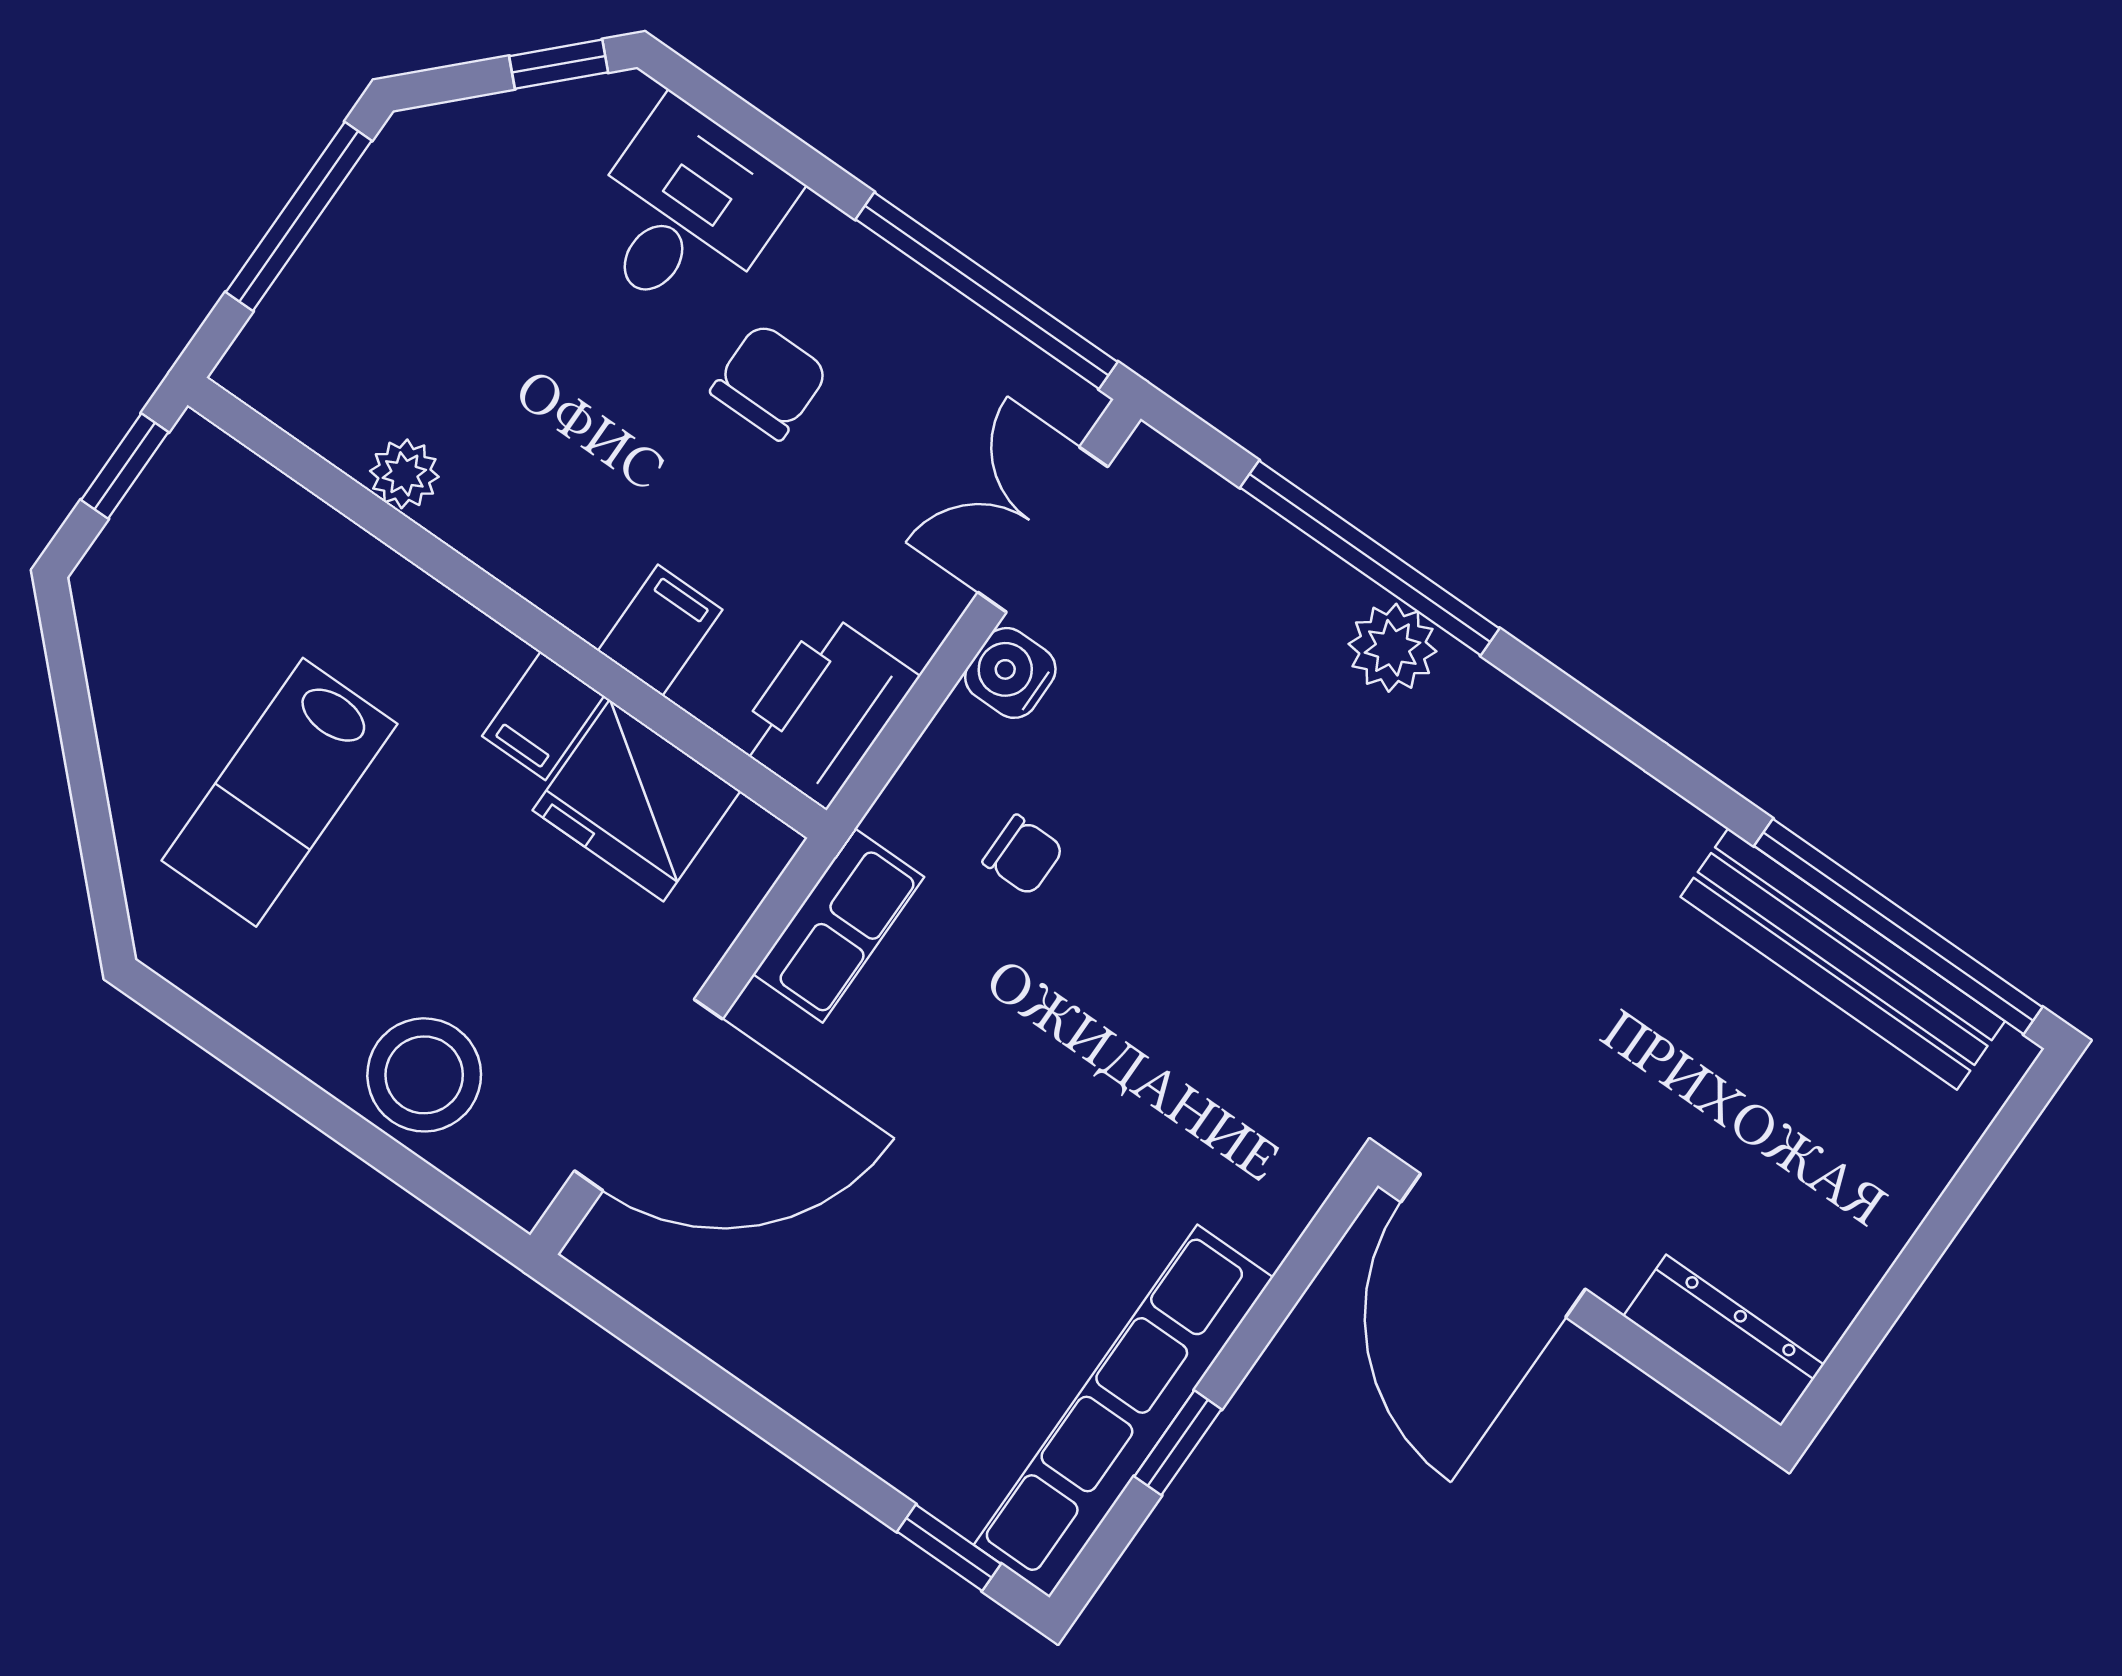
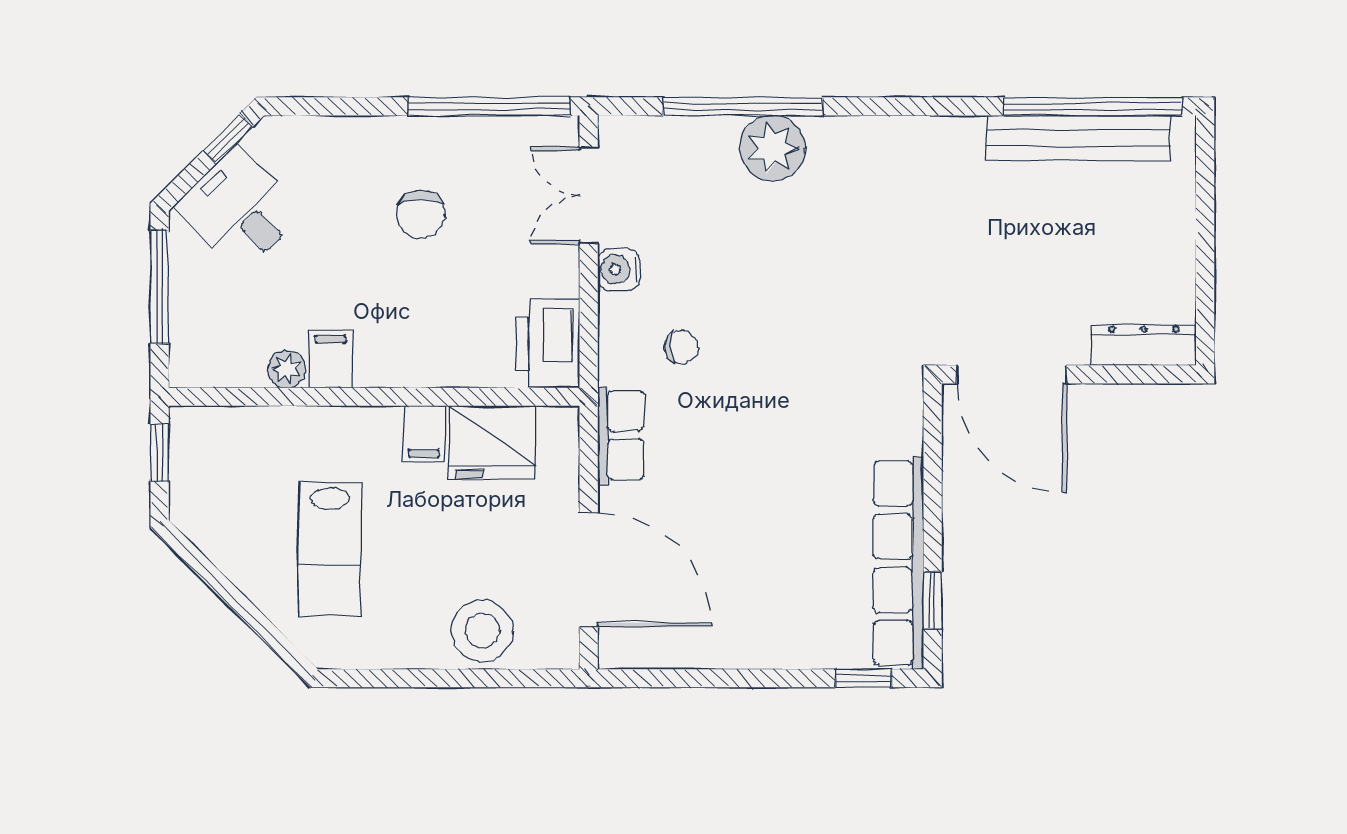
desk: (686, 212) -> (240, 209), moved, turned -45
chair: (769, 381) -> (421, 214), turned 180
filing cabinet: (660, 630) -> (331, 359), moved
plant: (1392, 648) -> (772, 148), width x1.36, depth x1.36
door: (649, 1095) -> (589, 570), hinge flipped
window: (1178, 1443) -> (933, 600), moved

